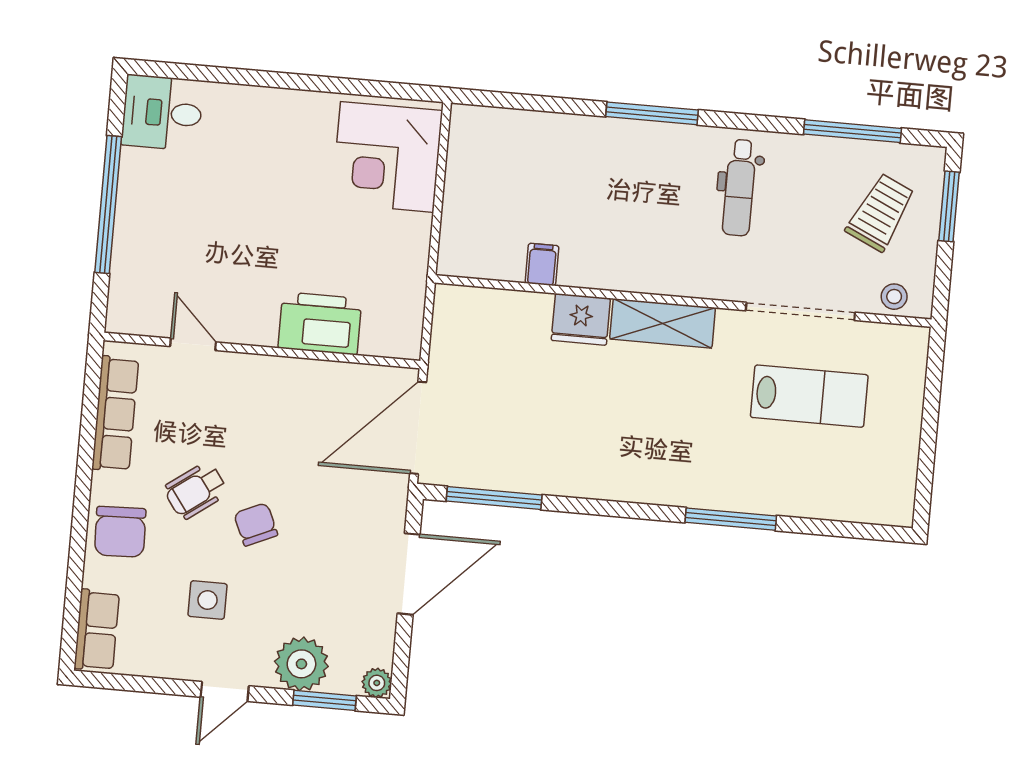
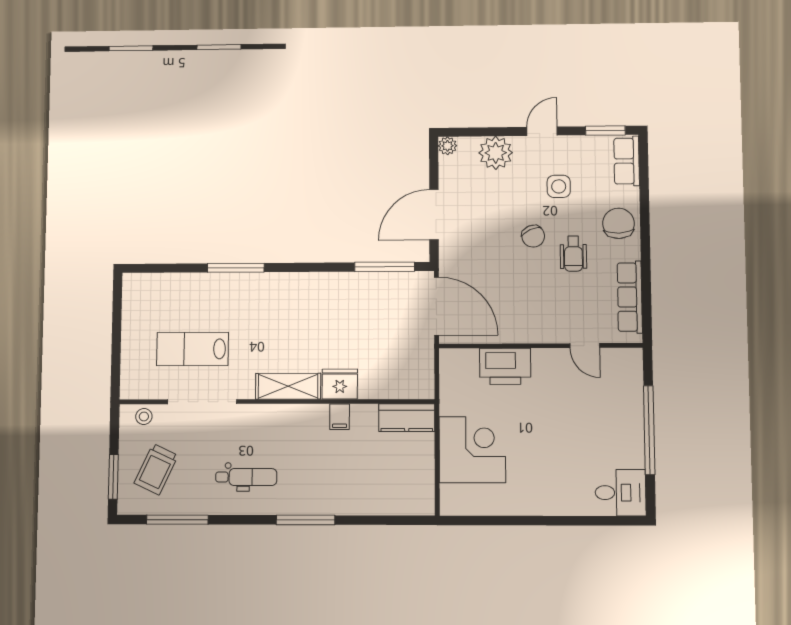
corner desk: (387, 157) -> (472, 450), moved
dental chair: (739, 188) -> (246, 477), turned 90
kitchen counter: (481, 257) -> (407, 418), added
filing cabinet: (542, 264) -> (340, 417), moved
door: (418, 428) -> (436, 306), hinge flipped
wheelchair: (196, 491) -> (573, 254), turned 126
window: (325, 700) -> (605, 131), moved

